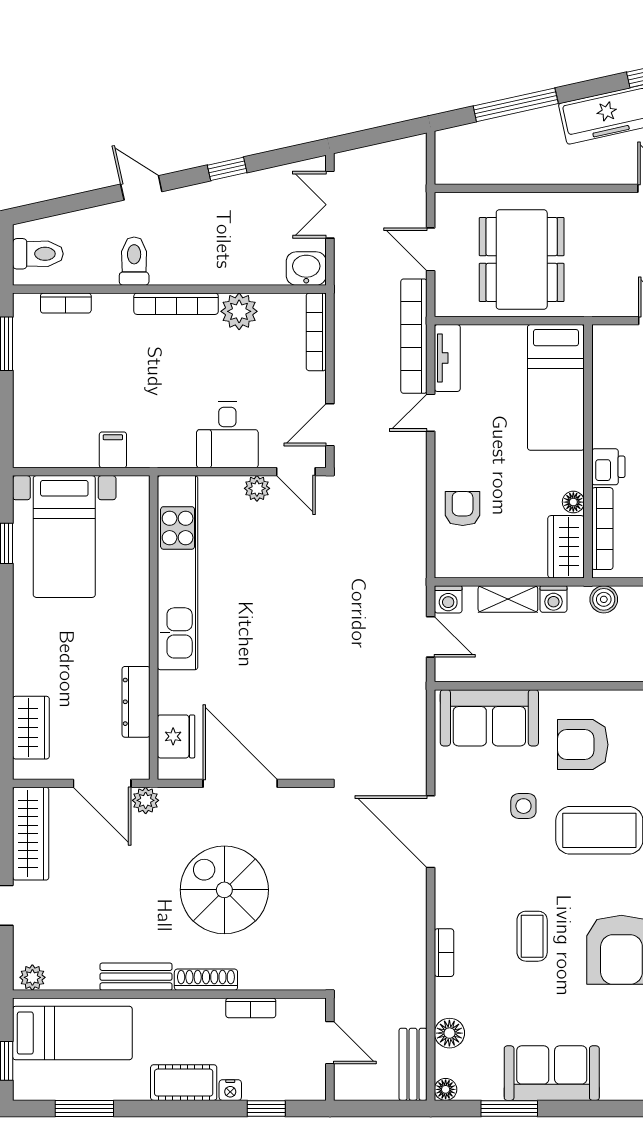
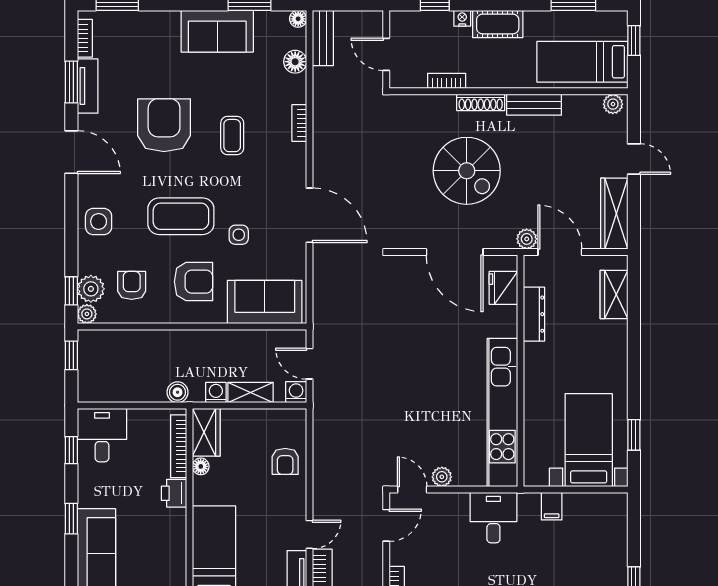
desk: (227, 435) -> (493, 518), moved

